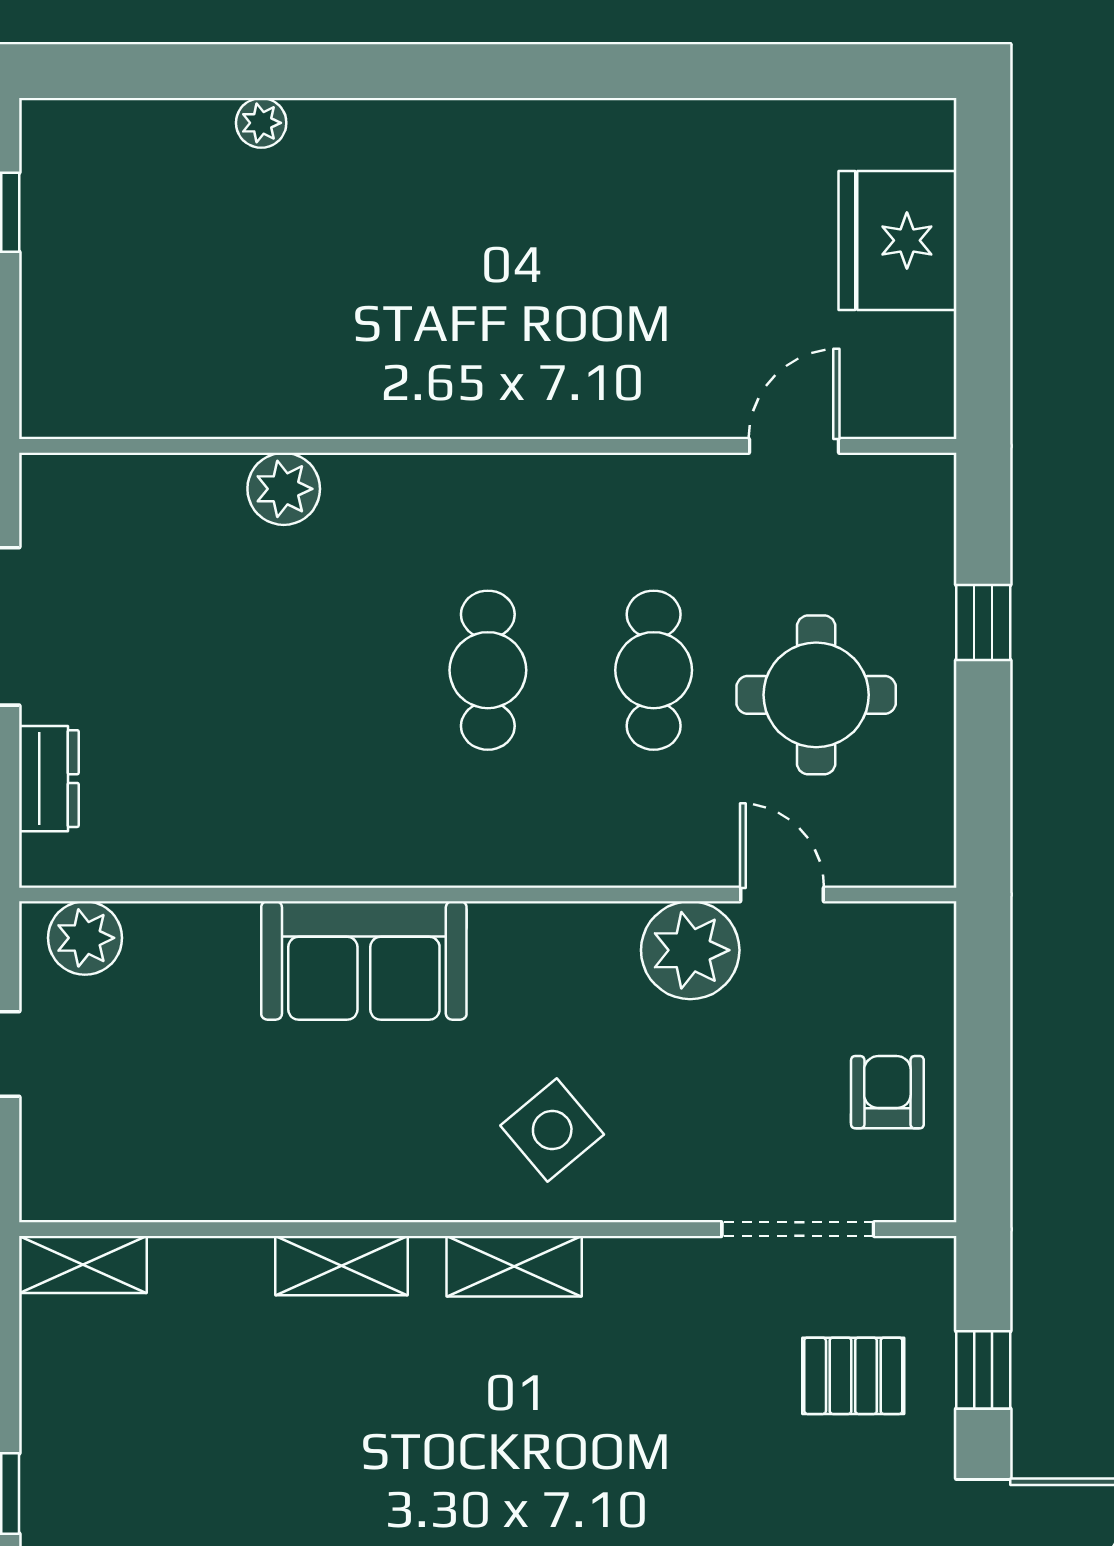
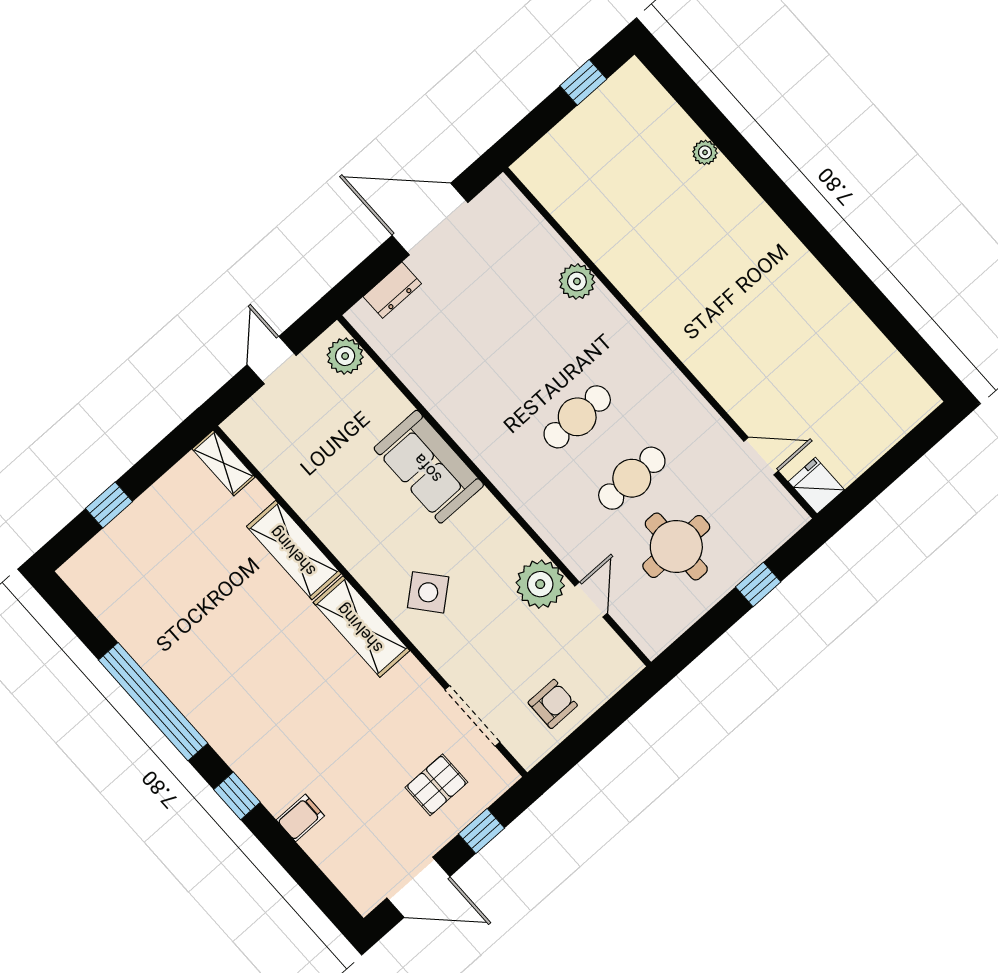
fridge: (897, 240) -> (816, 486), moved, width x0.53, depth x0.75
shelving: (341, 1266) -> (294, 550), width x1.50, depth x1.33
shelving: (514, 1266) -> (361, 627), width x1.50, depth x1.33
pallet: (853, 1376) -> (436, 785), turned 90

